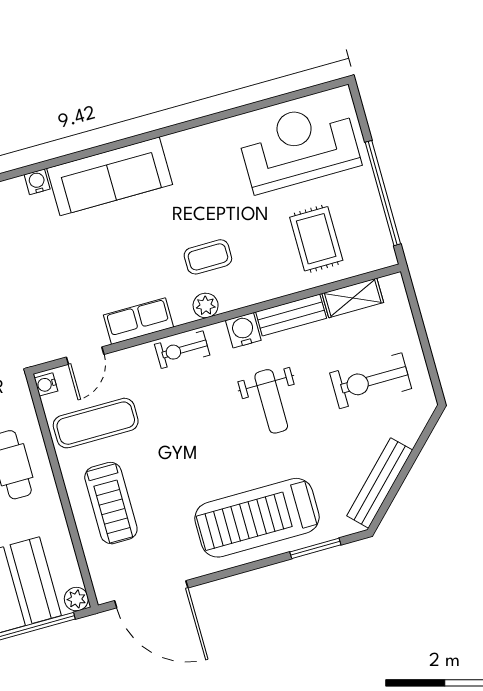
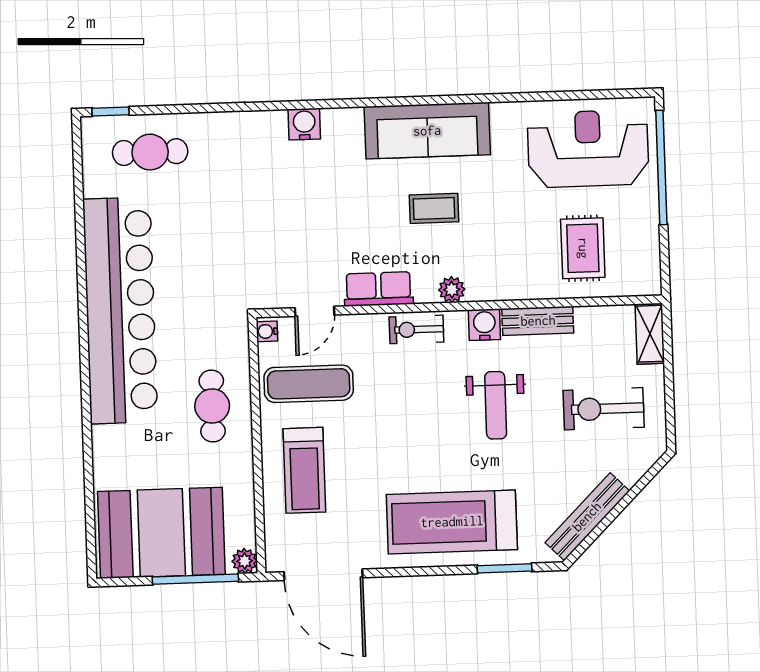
sofa: (110, 176) -> (427, 131), moved
water cooler: (37, 182) -> (304, 124), width x1.38, depth x1.38
window: (383, 193) -> (661, 167), moved
coffee table: (208, 257) -> (434, 208), moved
shelving: (353, 298) -> (650, 334), moved, turned 90

